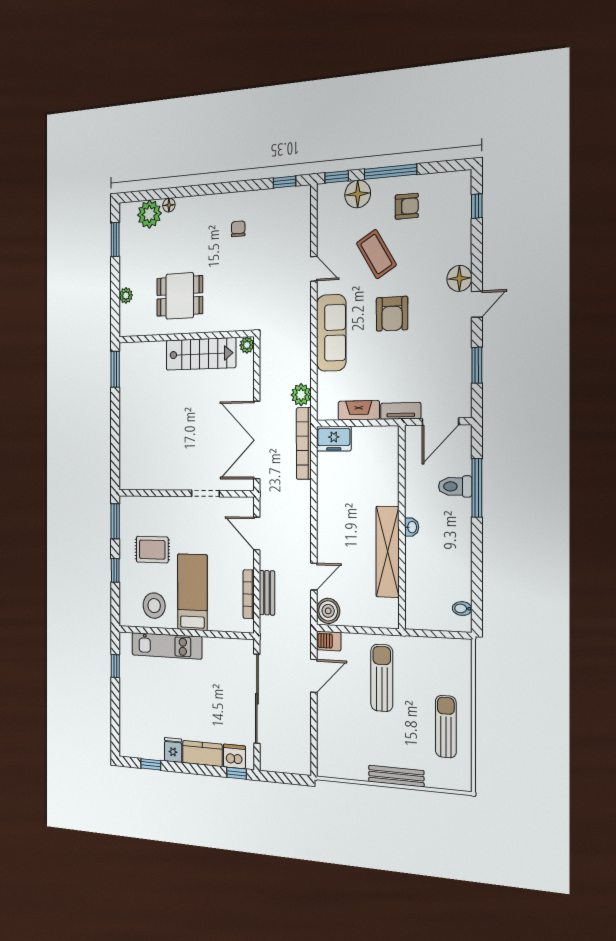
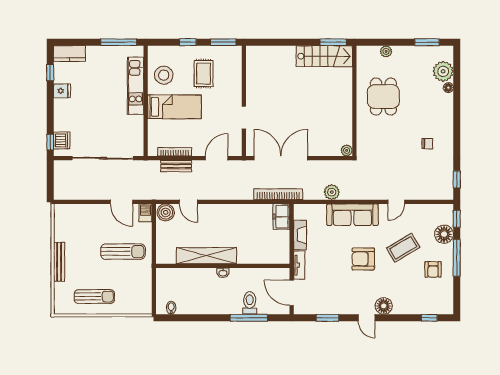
stairs: (201, 354) -> (324, 56), moved, turned -90
plant: (301, 395) -> (332, 192), moved
window: (115, 666) -> (119, 42), width x2.17
kitchen counter: (202, 753) -> (70, 54), moved, turned 90

